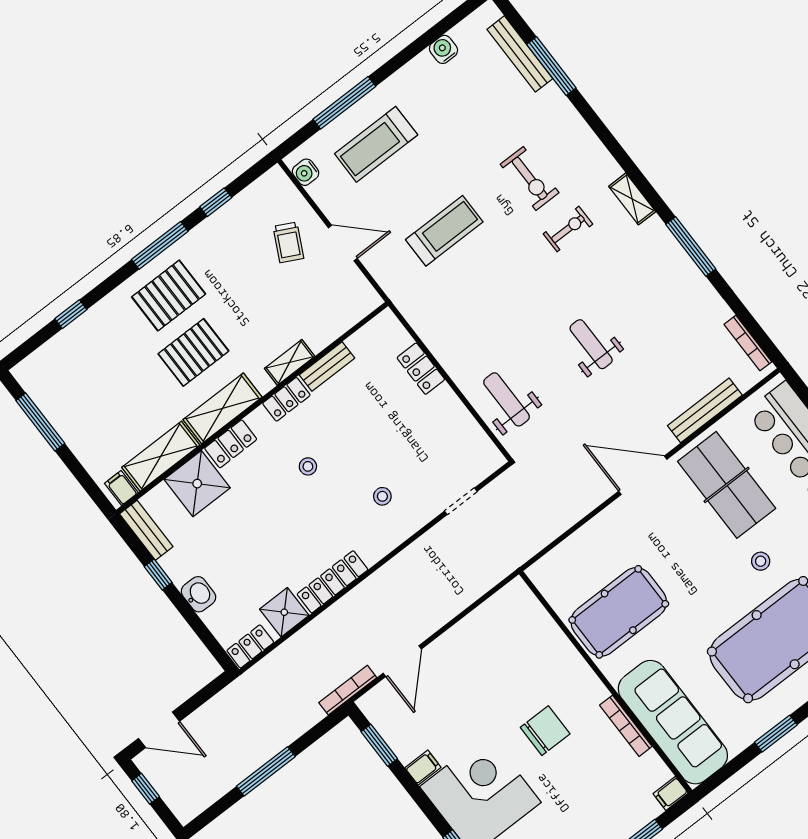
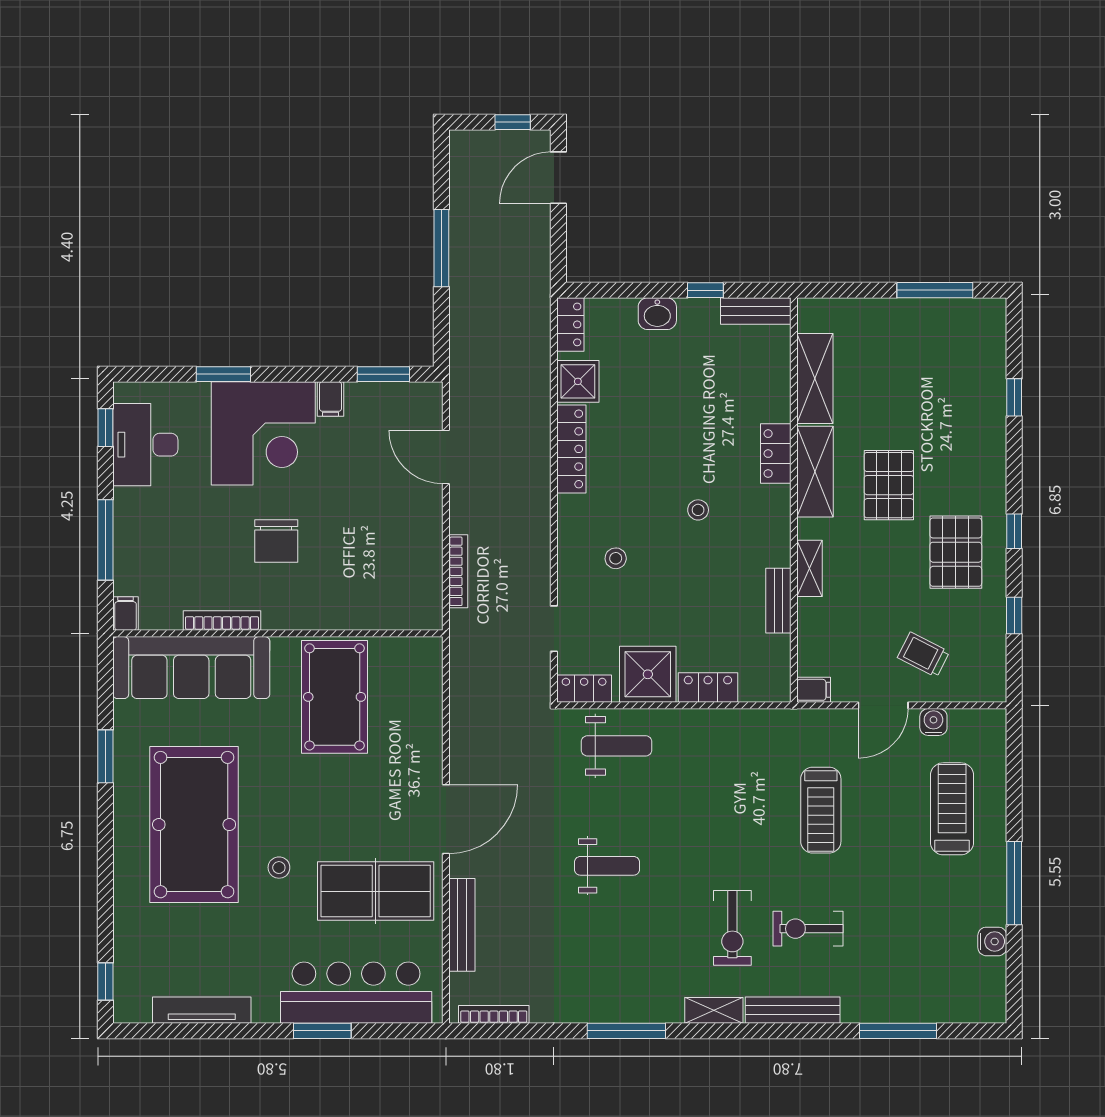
bench: (520, 54) -> (793, 1010), moved
window: (344, 103) -> (1014, 883), moved
water cooler: (306, 172) -> (933, 722), moved
exercise bike: (568, 229) -> (732, 928), width x1.38, depth x1.39
window: (160, 245) -> (1014, 531), width x0.46
pallet: (169, 295) -> (956, 552), moved
locker: (286, 399) -> (584, 689), moved, turned 90
shower: (197, 484) -> (648, 674), moved
filing cabinet: (121, 488) -> (814, 690), moved
bookcase: (348, 690) -> (458, 571), moved

